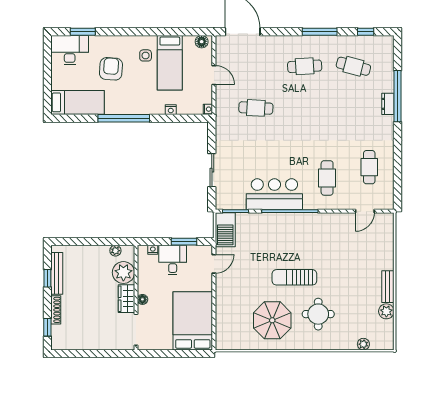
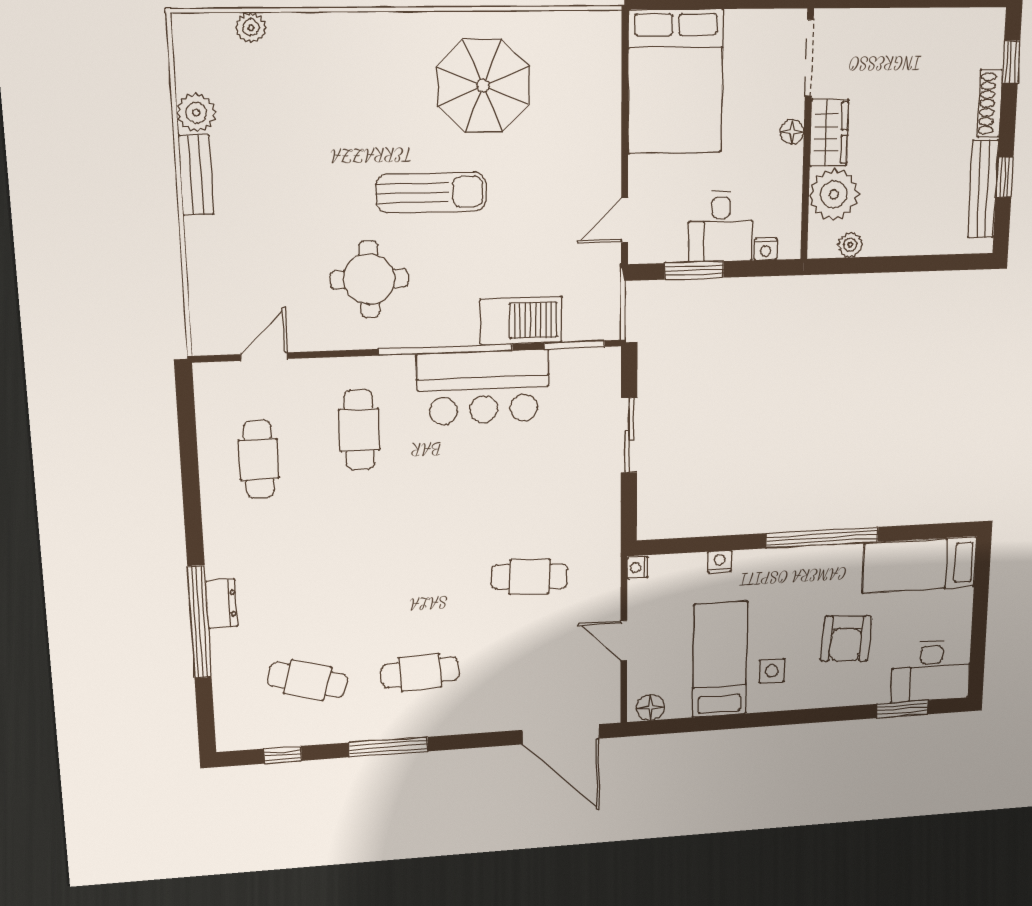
barbecue: (225, 230) -> (521, 321), moved, turned 90
round table: (318, 314) -> (369, 279), moved

